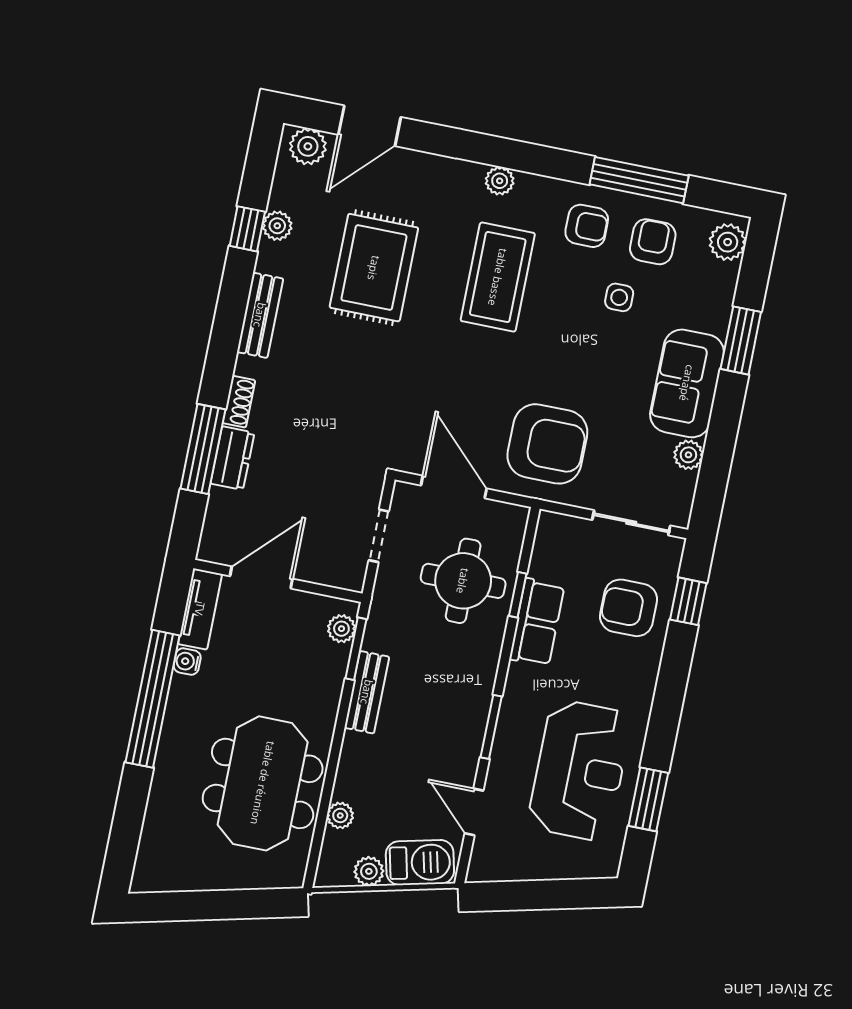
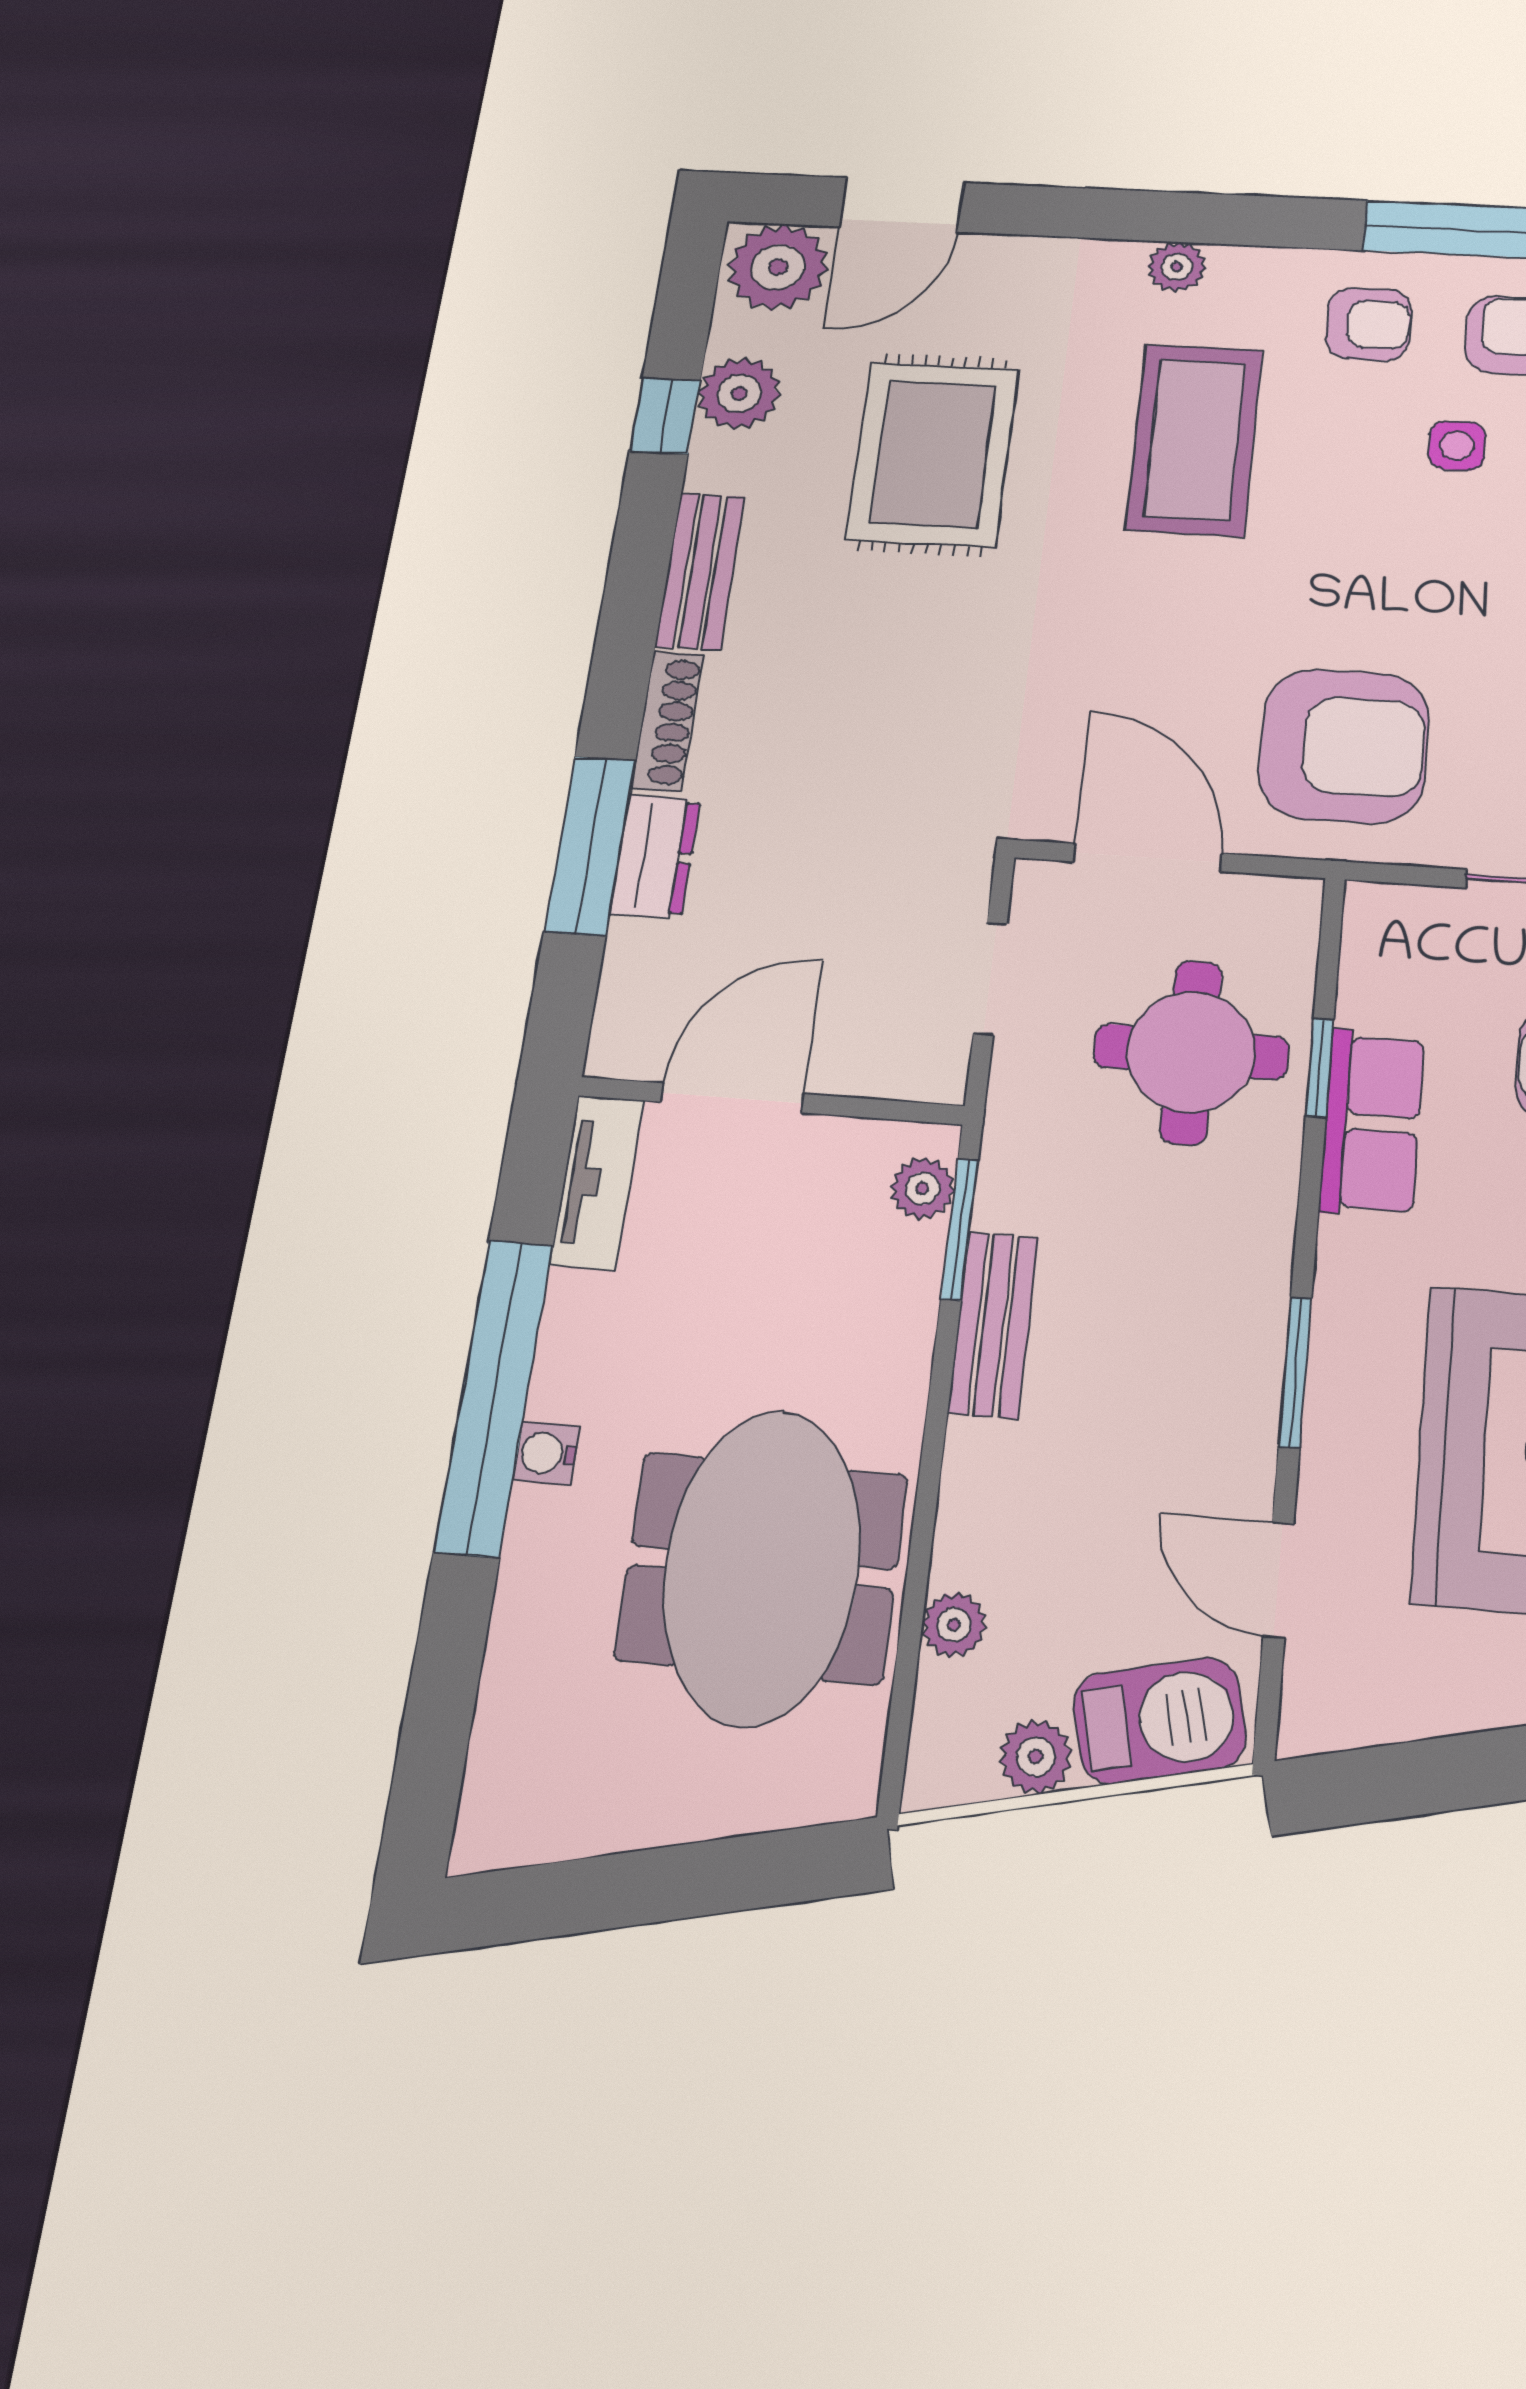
plant: (308, 146) -> (778, 267), width x1.36, depth x1.36
plant: (277, 226) -> (739, 393), width x1.38, depth x1.38
shoe rack: (239, 402) -> (667, 722), width x1.43
water cooler: (187, 662) -> (546, 1453), moved

